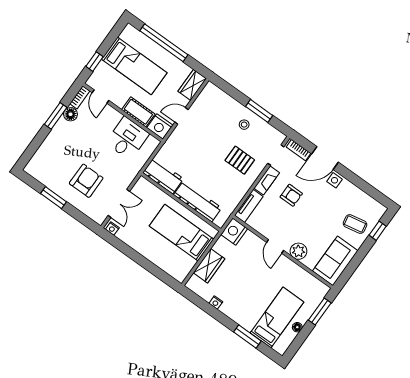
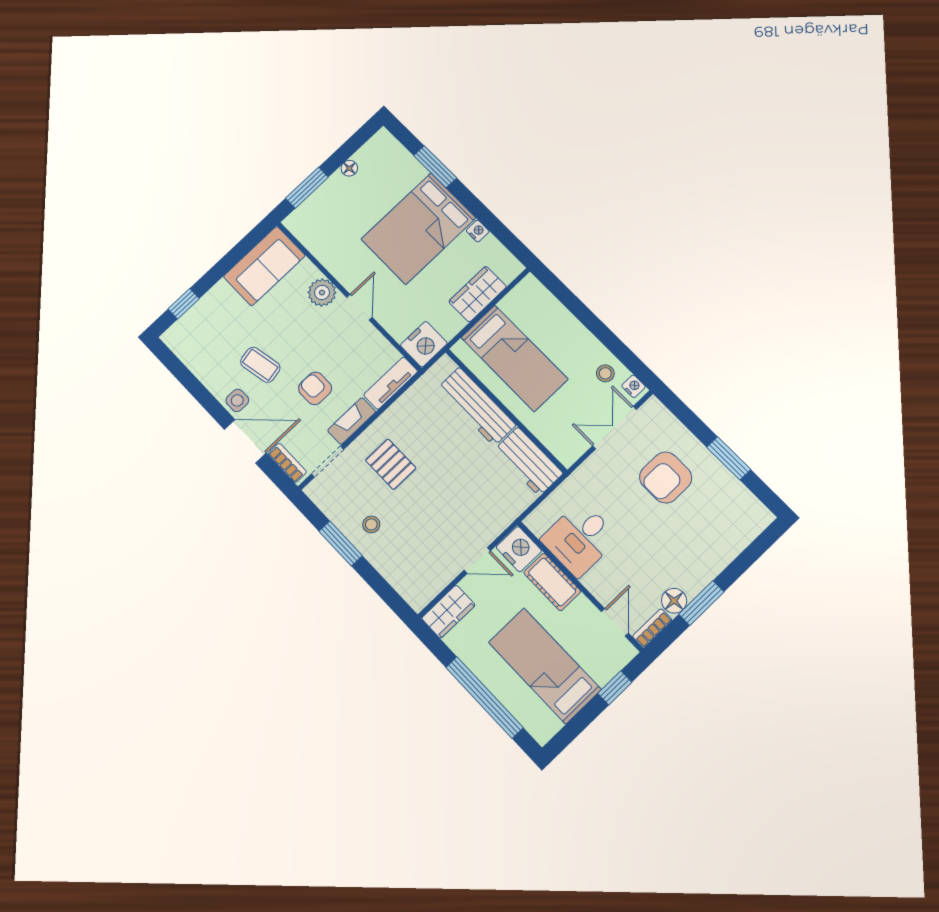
coffee table: (355, 224) -> (260, 365), moved
stool: (129, 233) -> (605, 373), added
bed: (277, 317) -> (418, 228), moved, width x1.50

